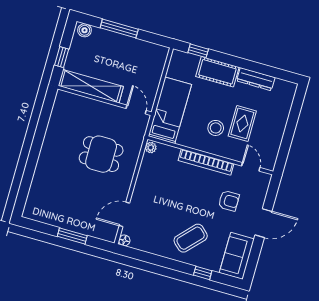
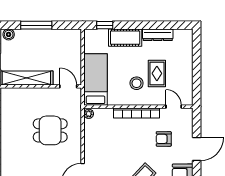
armchair: (229, 201) -> (164, 139), turned 180

